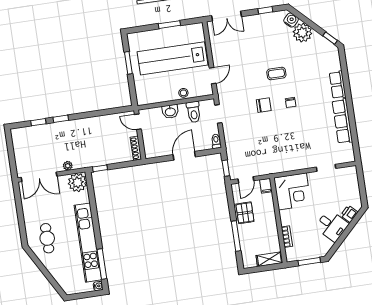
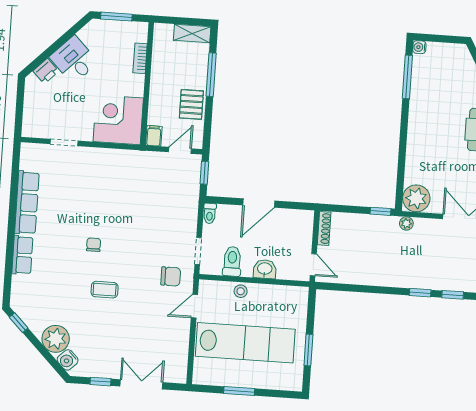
double door: (227, 16) -> (141, 384), moved
chair: (264, 105) -> (171, 276), moved, turned 180
plant: (68, 166) -> (406, 223), moved
kitchen unit: (88, 243) -> (420, 111), removed
shelving: (269, 259) -> (192, 33), moved

